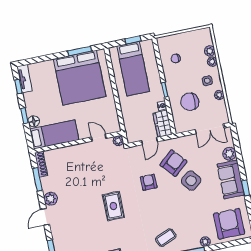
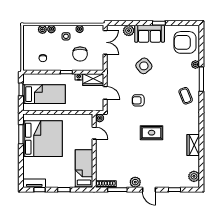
floor lamp: (34, 121) -> (70, 183), removed
door: (99, 138) -> (94, 133), swing flipped
armchair: (173, 163) -> (127, 77), removed

